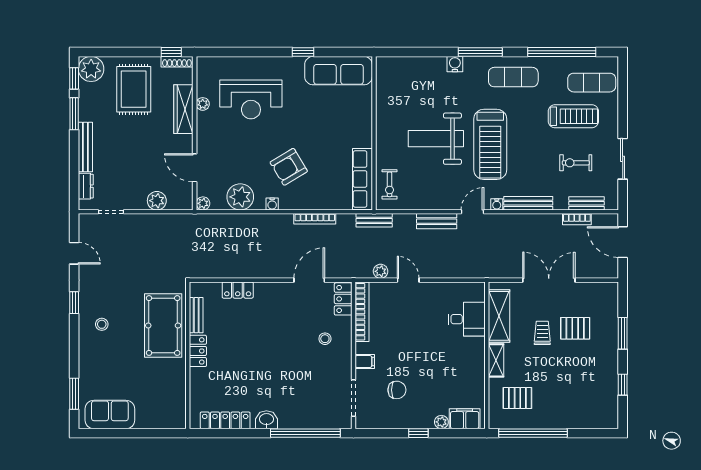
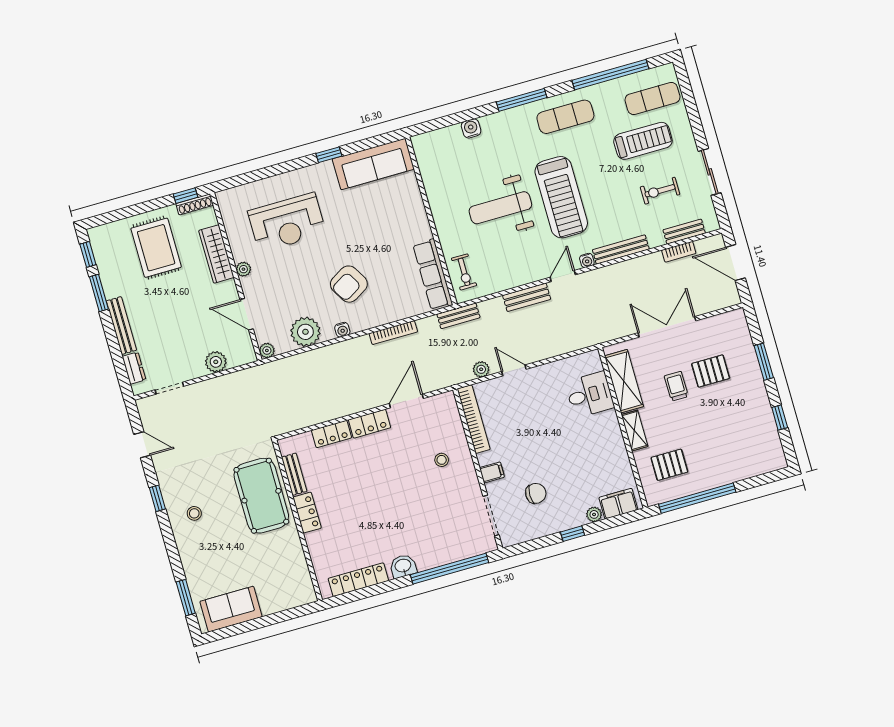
water cooler: (455, 64) -> (471, 128), moved
plant: (91, 69) -> (103, 239), removed
plant: (203, 104) -> (243, 269), moved
locker: (343, 299) -> (369, 424), moved, turned -90

